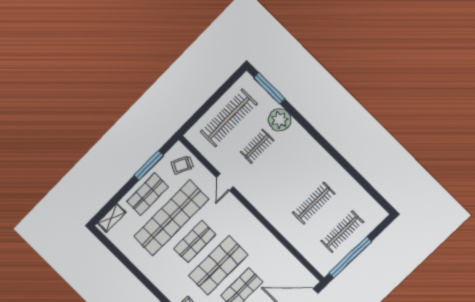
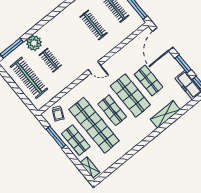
door: (225, 182) -> (94, 67), moved

